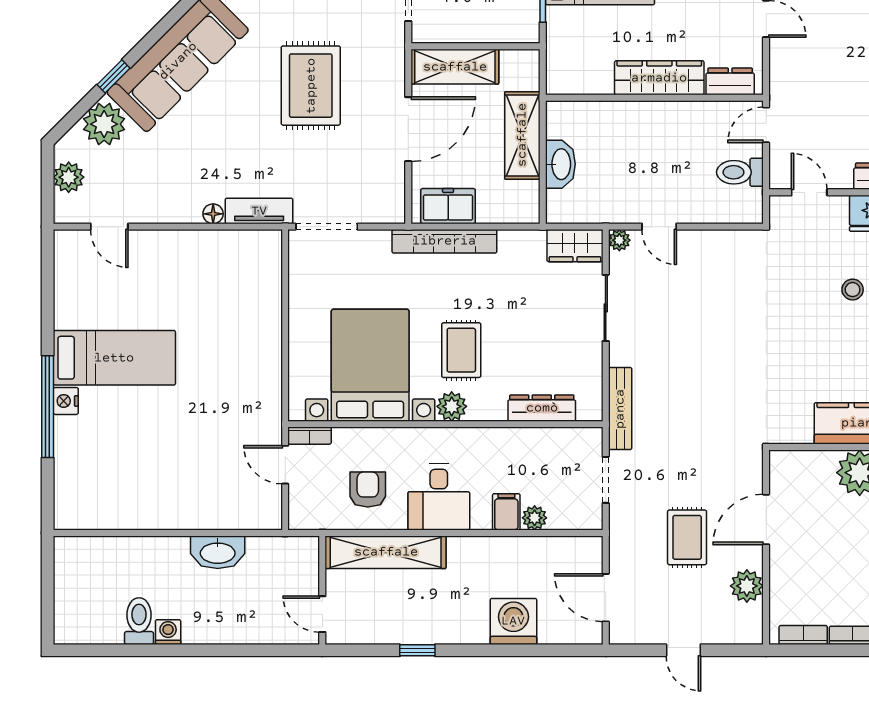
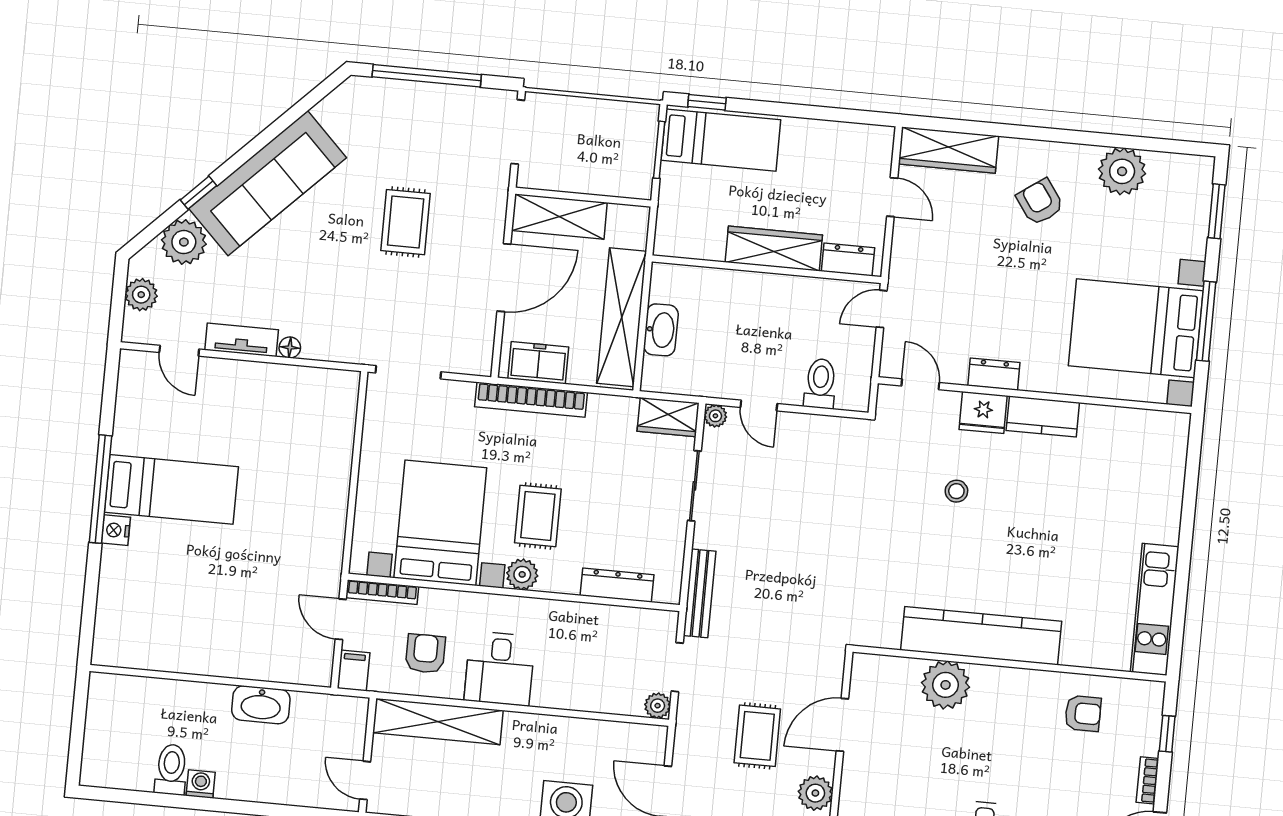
rug: (311, 86) -> (406, 222), width x0.73, depth x0.70
shelving: (522, 135) -> (622, 317), width x1.47
toilet: (740, 172) -> (820, 384), moved, turned 90
tv unit: (259, 211) -> (242, 340), moved
window: (48, 407) -> (100, 489), moved
bookcase: (310, 436) -> (382, 592), width x1.56
filing cabinet: (506, 512) -> (354, 670), moved
plant: (535, 518) -> (658, 706), moved

